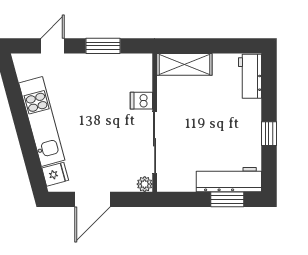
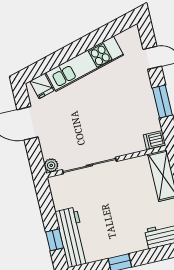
dishwasher: (141, 101) -> (155, 140), moved, turned -90
window: (227, 199) -> (55, 240), width x0.67

